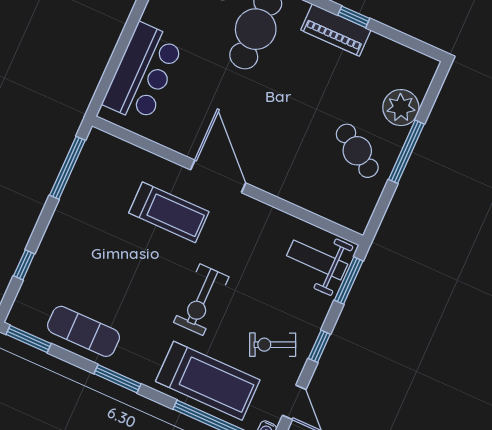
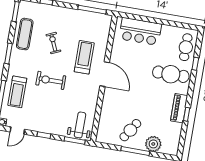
door: (218, 176) -> (105, 74), hinge flipped
treadmill: (169, 212) -> (84, 57), turned 180
exercise bike: (273, 345) -> (53, 43), moved
treadmill: (208, 381) -> (17, 92), width x0.73, depth x0.73

